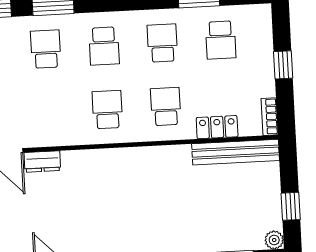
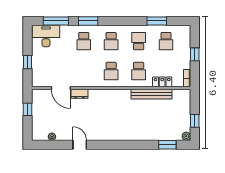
school desk: (46, 49) -> (84, 41), turned 180
school desk: (166, 107) -> (139, 71), turned 180
school desk: (107, 110) -> (111, 71), turned 180
bench: (236, 152) -> (152, 94), moved

